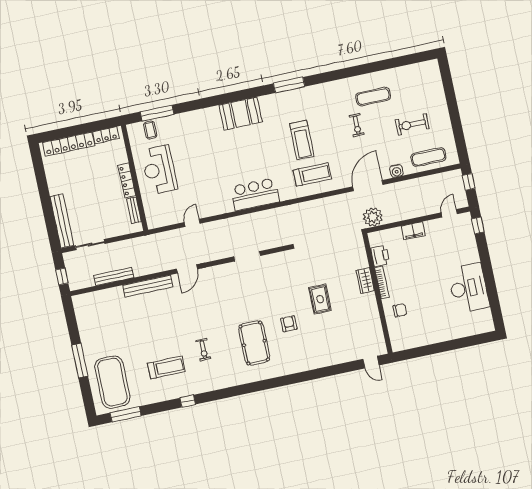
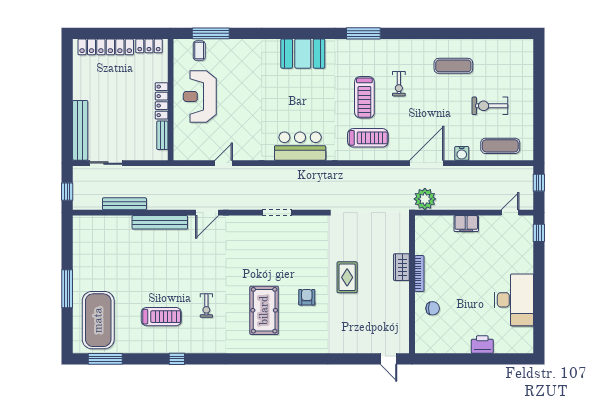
exercise bike: (357, 125) -> (399, 84), moved
printer: (380, 256) -> (482, 344), moved, turned -90

